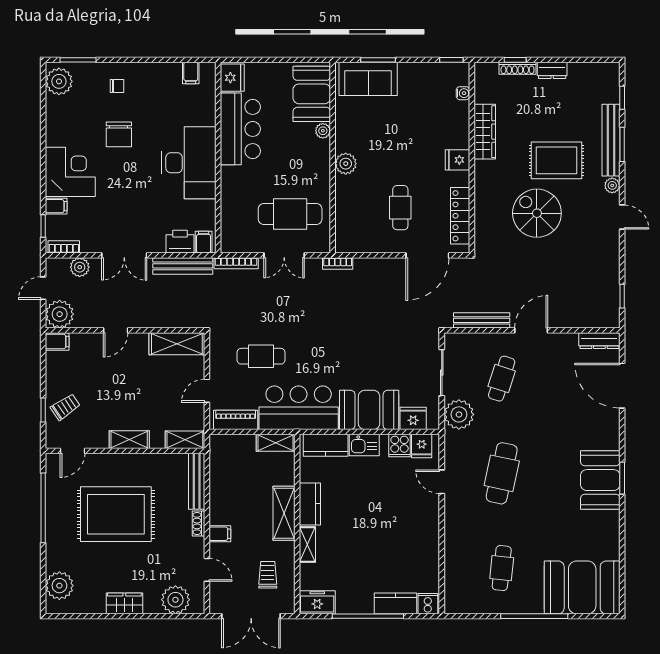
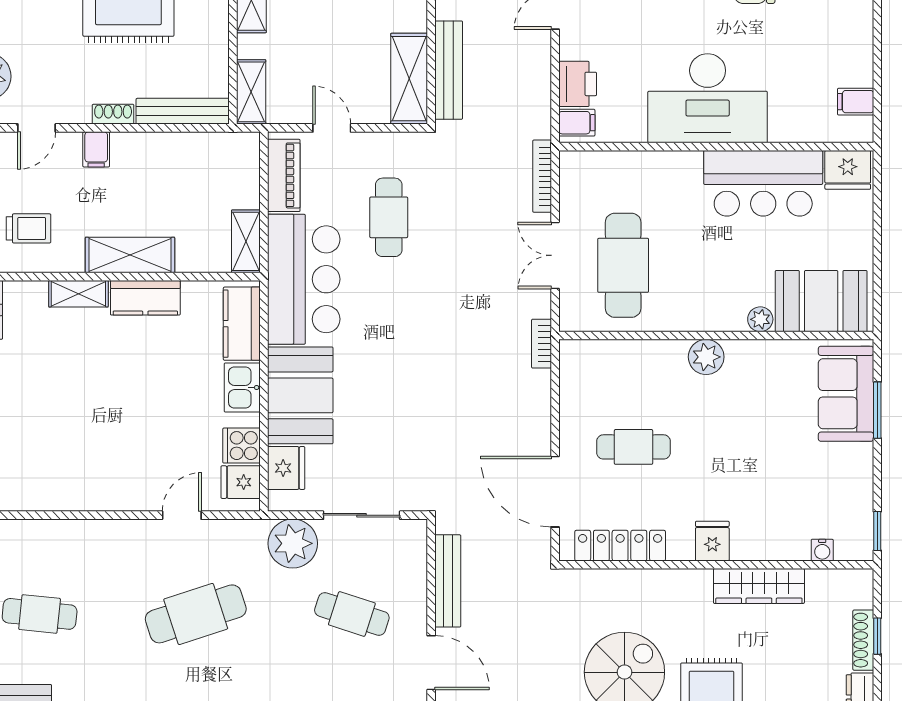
bench: (183, 266) -> (449, 70), moved
cafe table: (502, 473) -> (196, 614), turned -30

